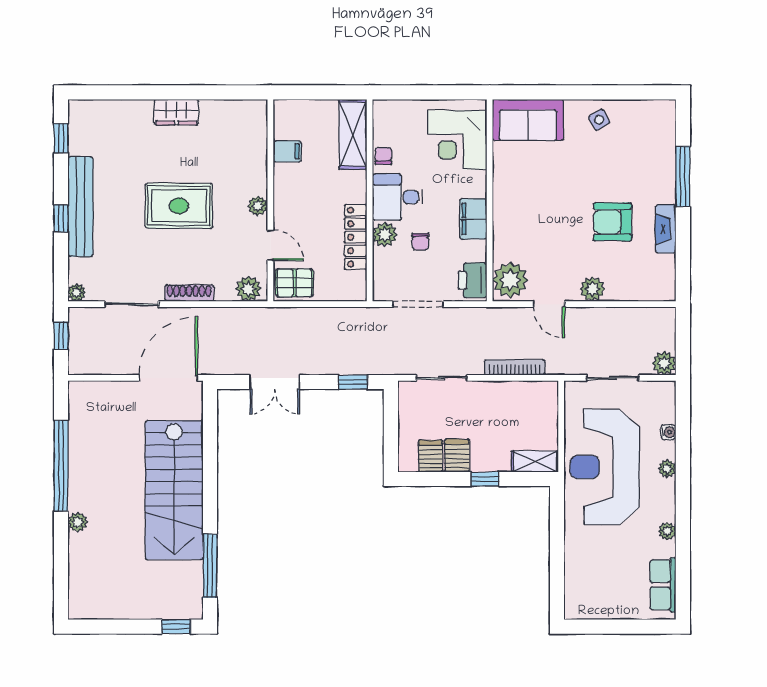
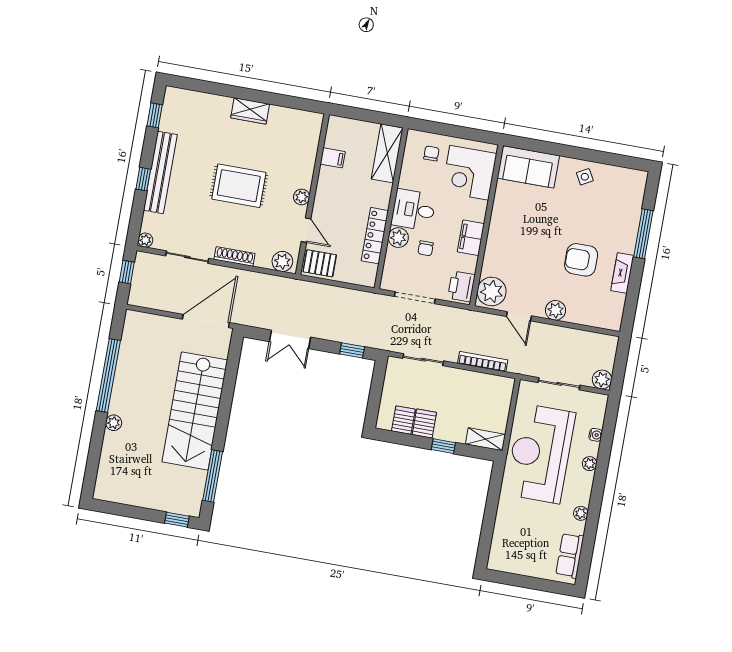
chair: (383, 156) -> (431, 153), moved

